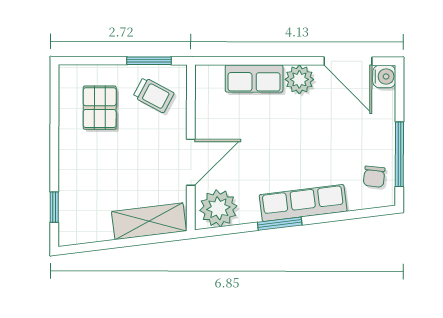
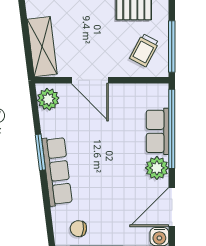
window: (149, 61) -> (172, 46), width x1.44
window: (251, 61) -> (172, 129), added
plant: (218, 208) -> (48, 99), width x0.73, depth x0.73

